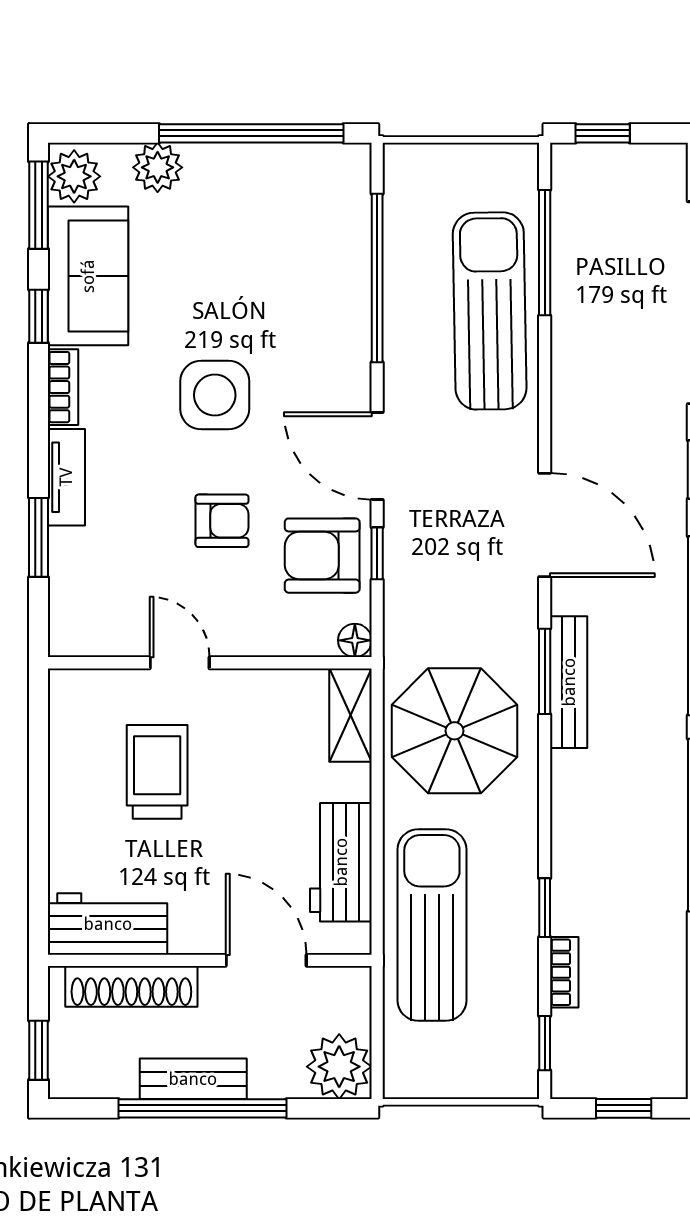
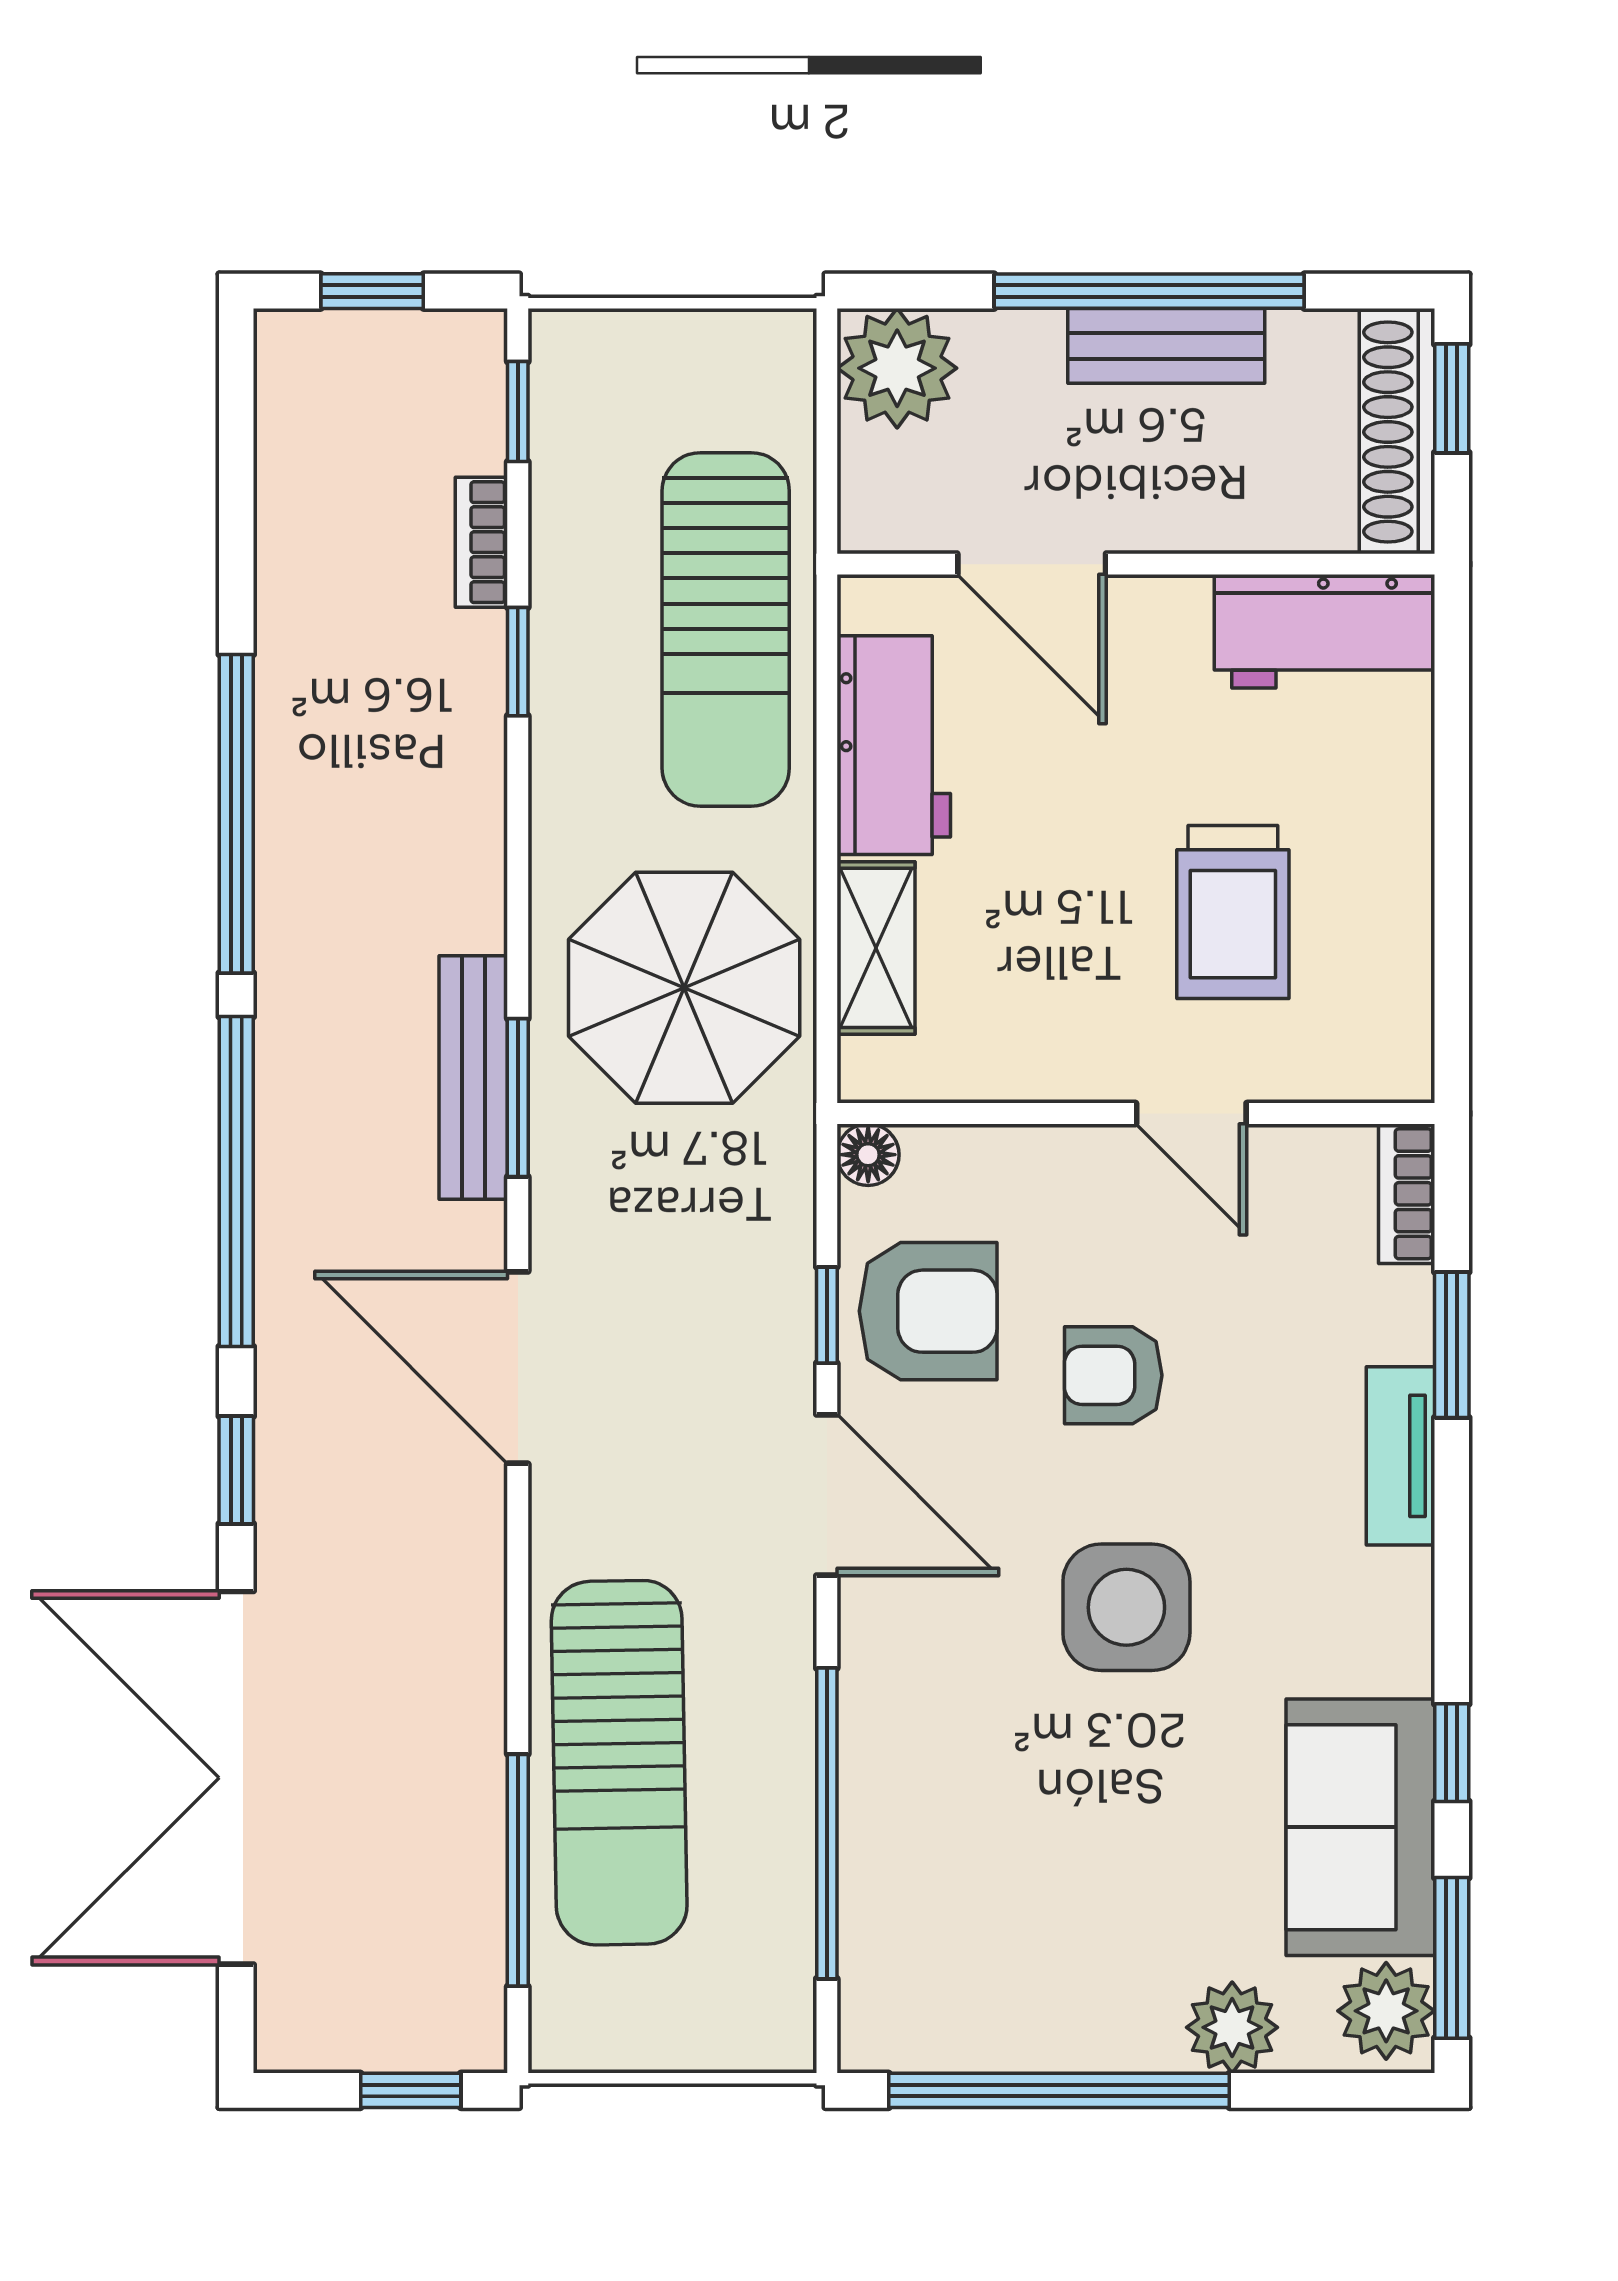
bookcase: (63, 387) -> (1407, 1194), moved
shelving: (351, 715) -> (876, 948), moved
shoe rack: (131, 986) -> (1397, 432), moved, turned -90

